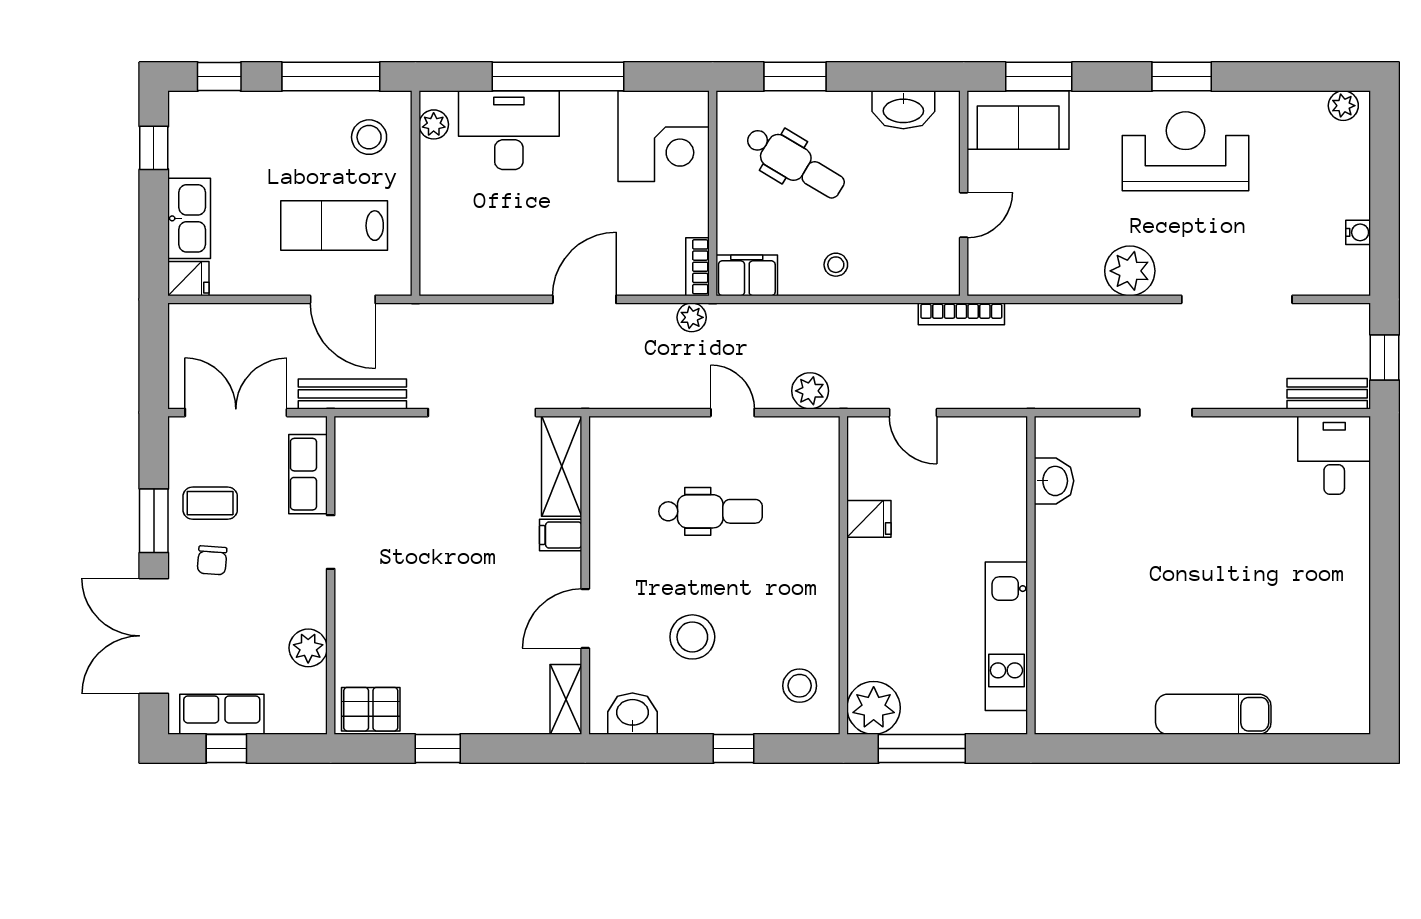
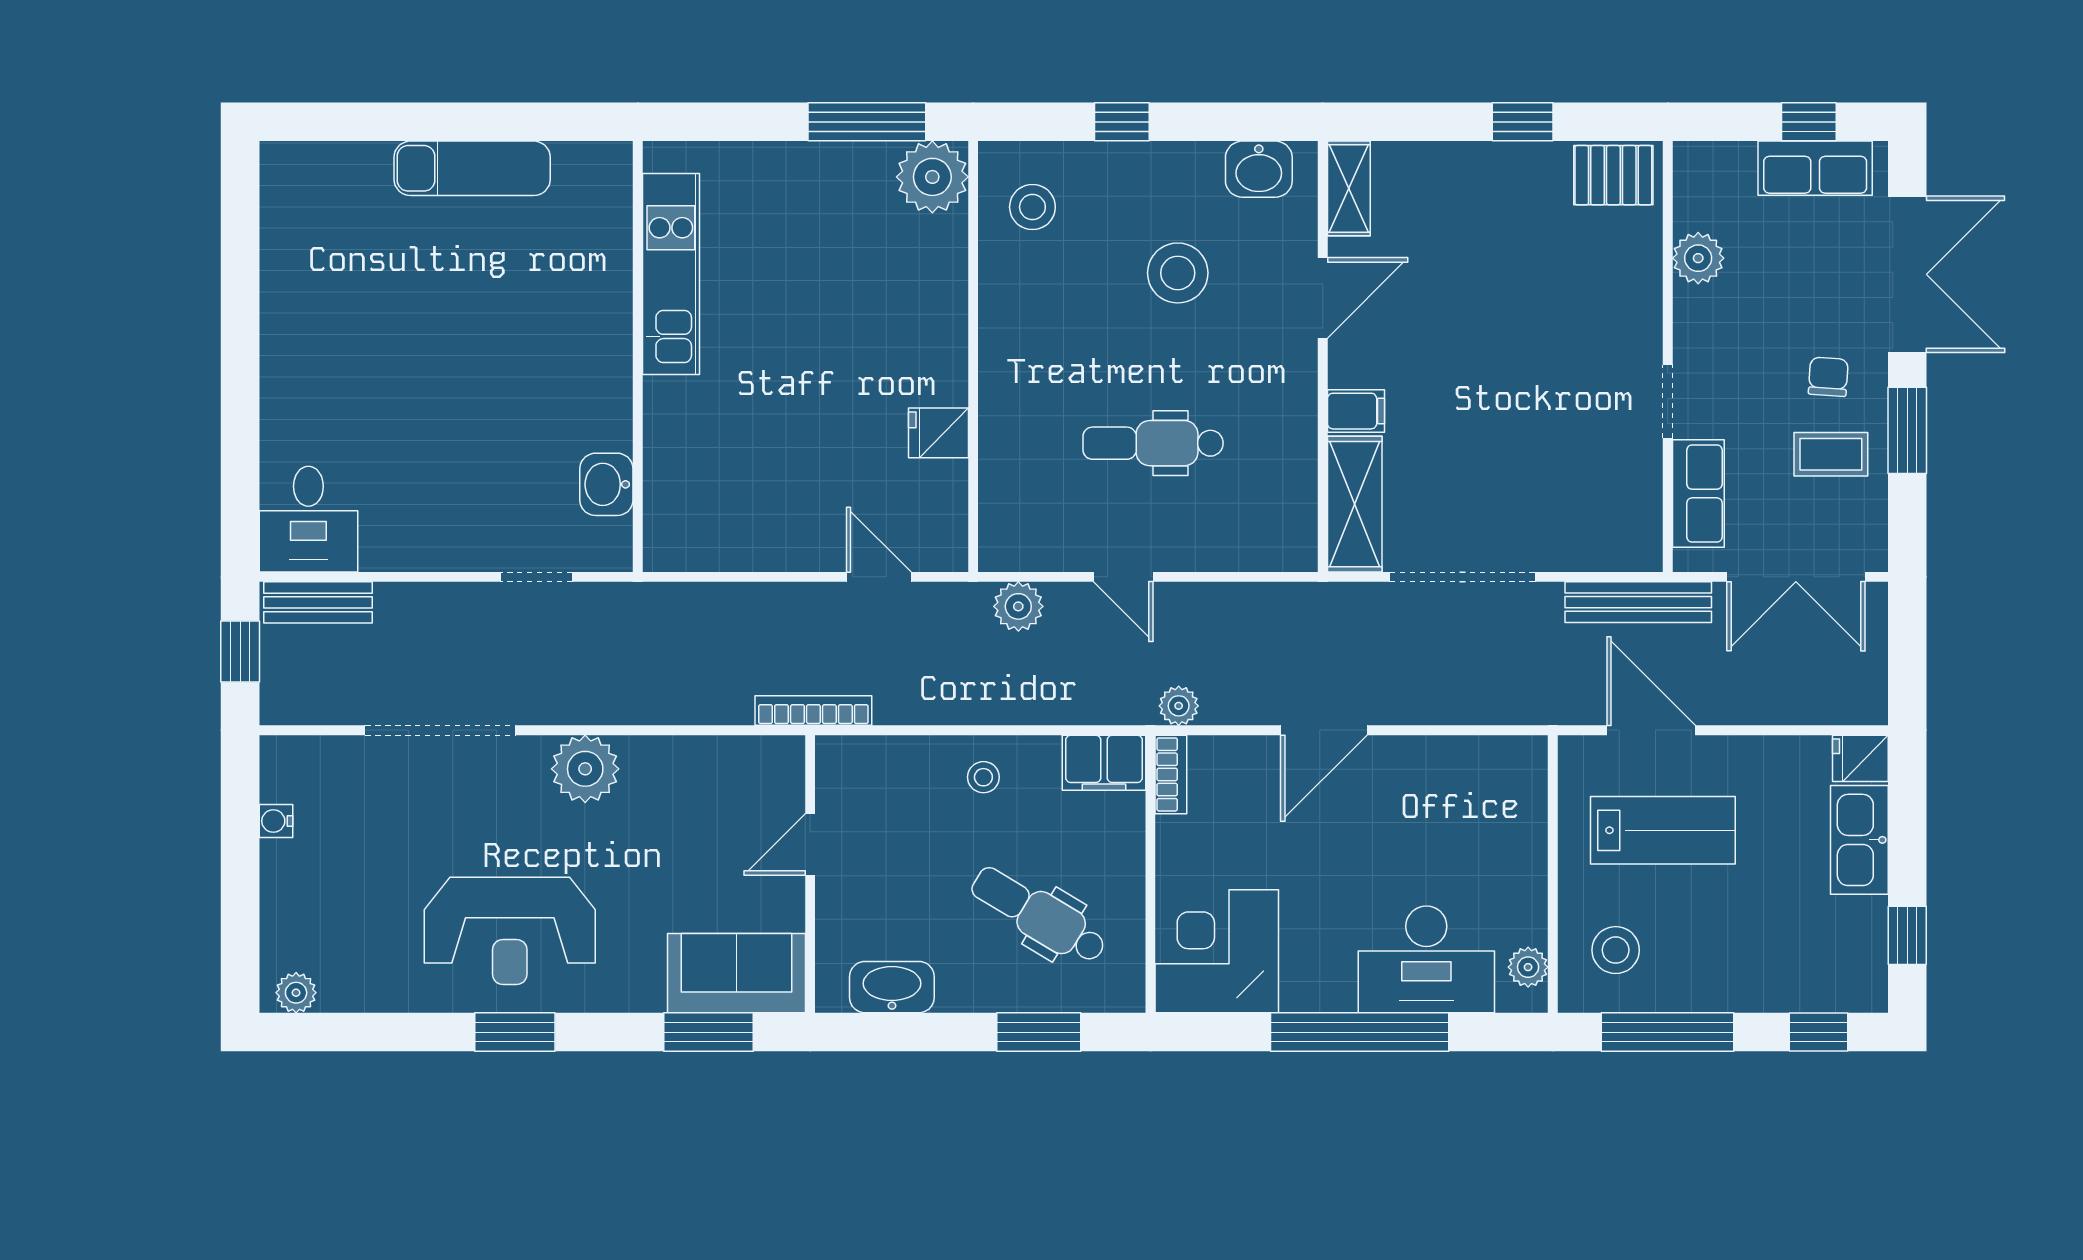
washbasin: (1054, 481) -> (606, 484), moved
wall: (1031, 575) -> (638, 357), moved
kitchen unit: (1006, 636) -> (671, 274), moved

